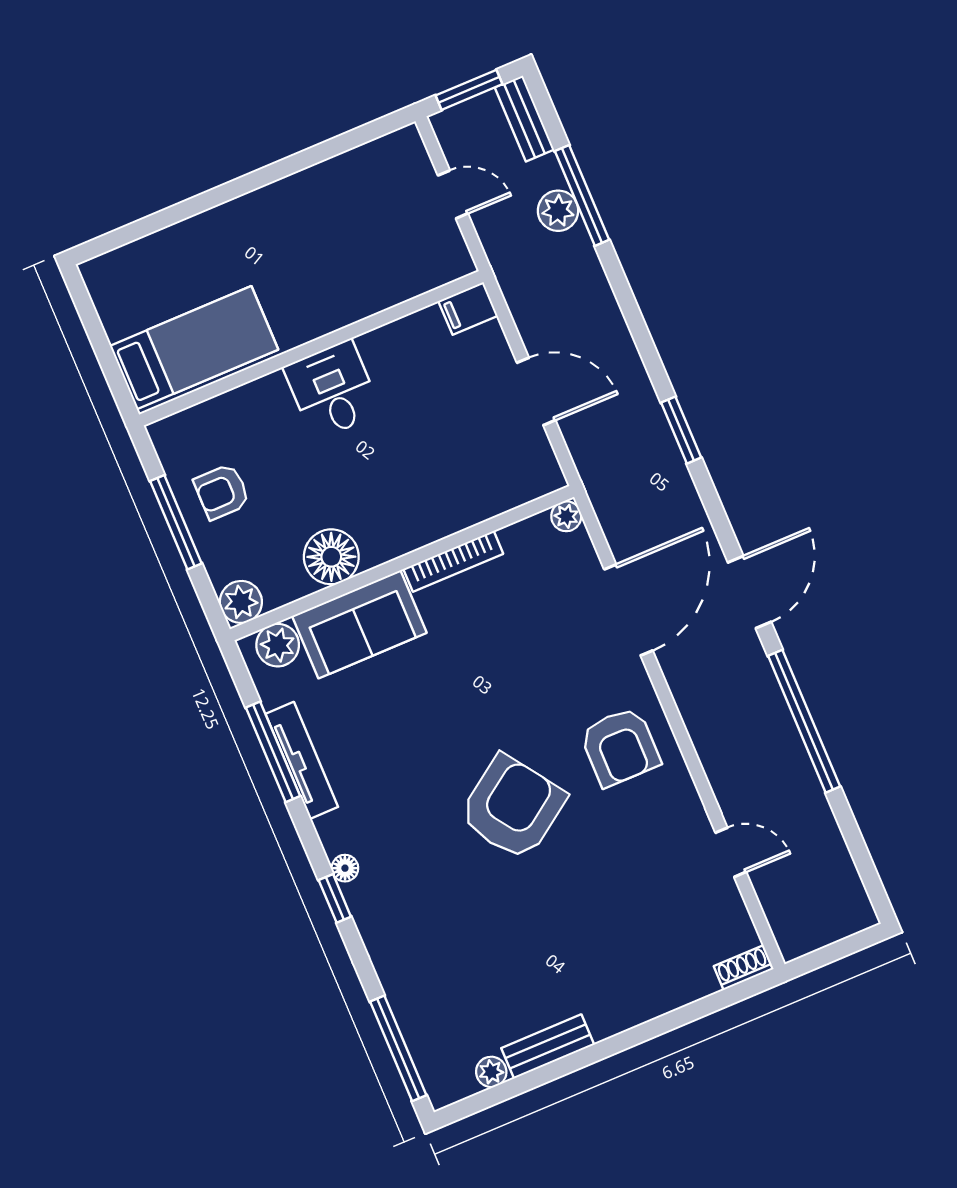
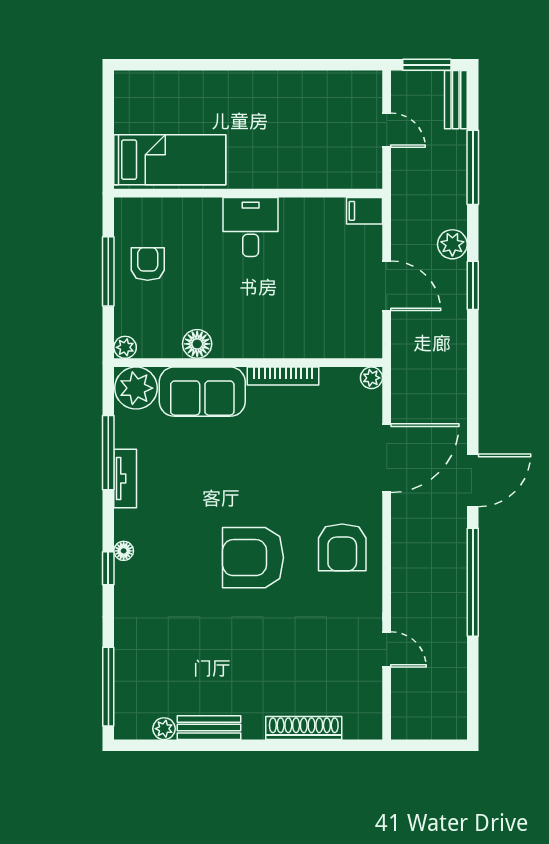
plant: (558, 211) -> (452, 244), moved
window: (681, 430) -> (473, 285), moved
armchair: (222, 492) -> (148, 264), turned 90
floor lamp: (331, 557) -> (197, 344), width x0.73, depth x0.73
plant: (241, 602) -> (125, 347), width x0.73, depth x0.73
plant: (278, 645) -> (136, 388), width x1.36, depth x1.36
tv unit: (302, 760) -> (125, 479), width x0.71
armchair: (512, 807) -> (253, 558), turned -145
shoe rack: (743, 968) -> (304, 728), moved, width x1.94, depth x1.24

